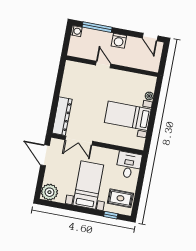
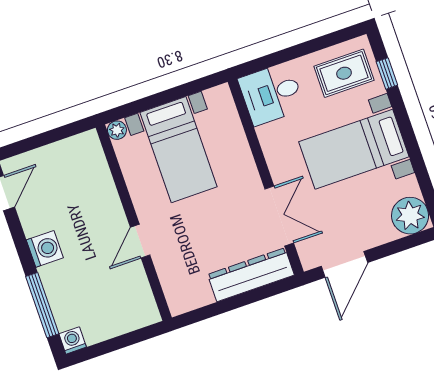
door: (103, 64) -> (140, 241), moved
wall: (112, 66) -> (134, 223), moved
rug: (120, 198) -> (344, 73), turned 90

